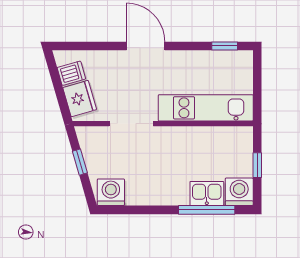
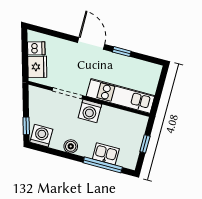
window: (225, 46) -> (122, 52), moved
window: (80, 162) -> (26, 126), moved
washing machine: (239, 192) -> (90, 111), moved, turned 180
boiler: (155, 196) -> (71, 146), added

